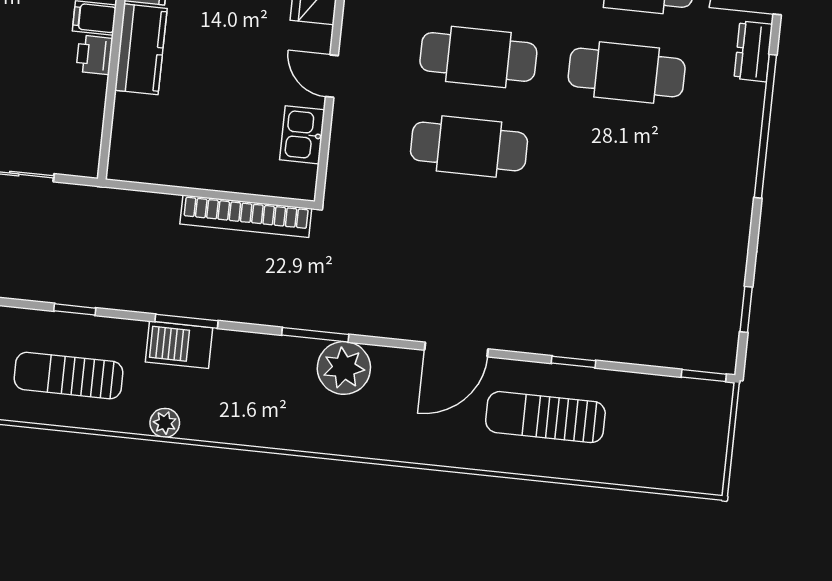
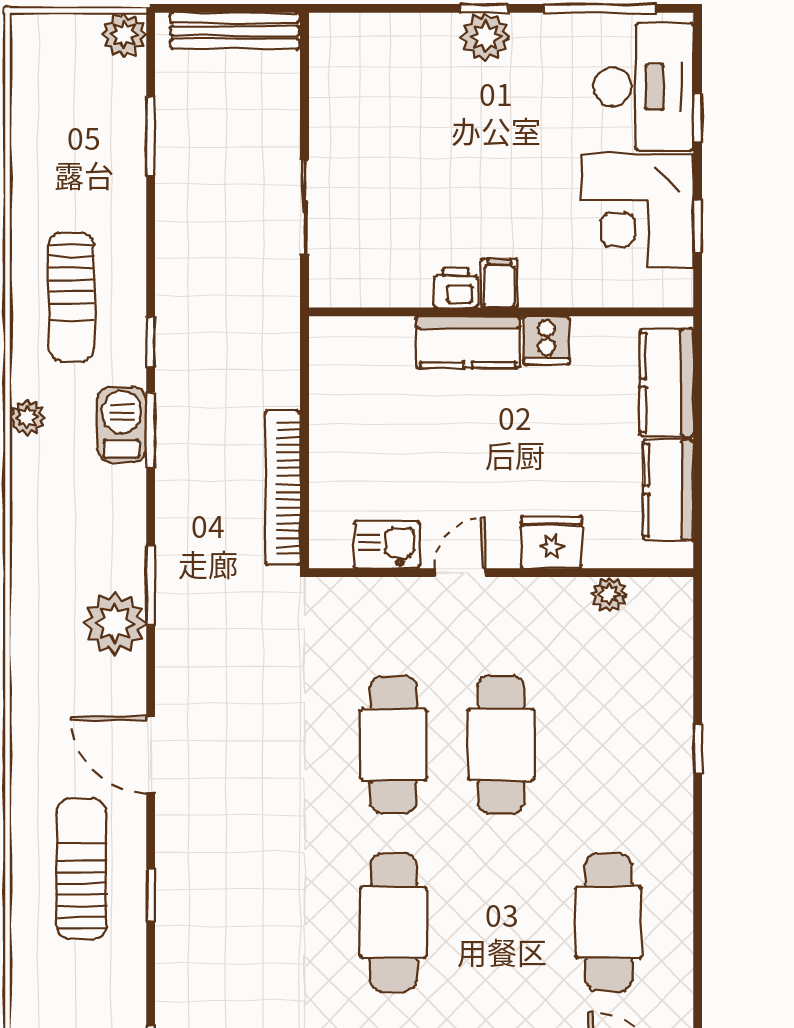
cafe table: (627, 73) -> (394, 922), moved
window: (75, 309) -> (151, 342), moved
sun lounger: (68, 376) -> (71, 297), turned 180

